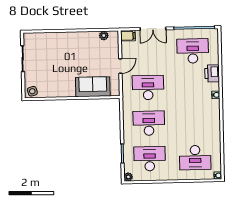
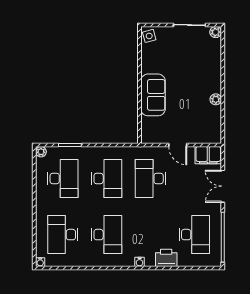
plant: (104, 36) -> (216, 99), moved
filing cabinet: (128, 36) -> (208, 155), width x2.00
plant: (28, 37) -> (216, 32), added
sofa: (93, 87) -> (153, 95), moved
desk: (148, 88) -> (150, 178), turned 180
desk: (194, 122) -> (107, 235), added

